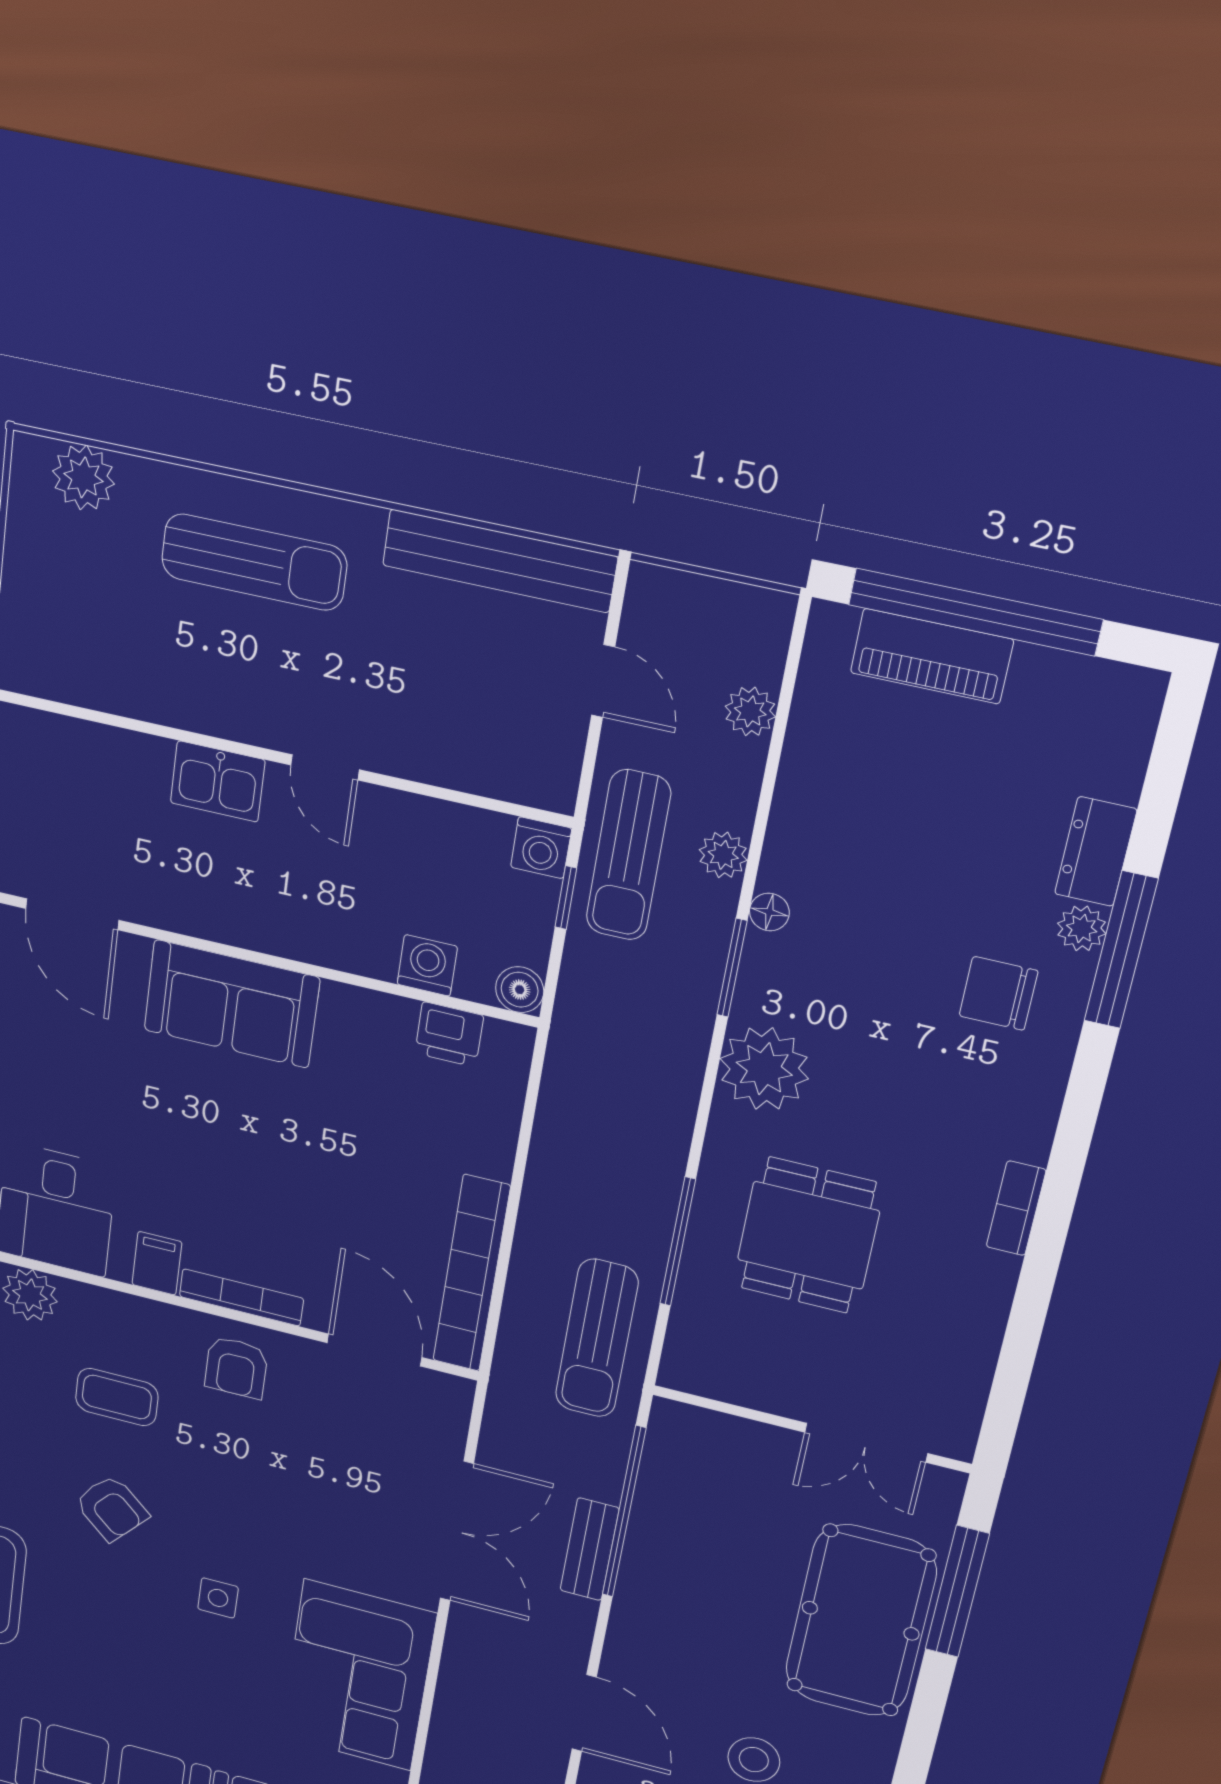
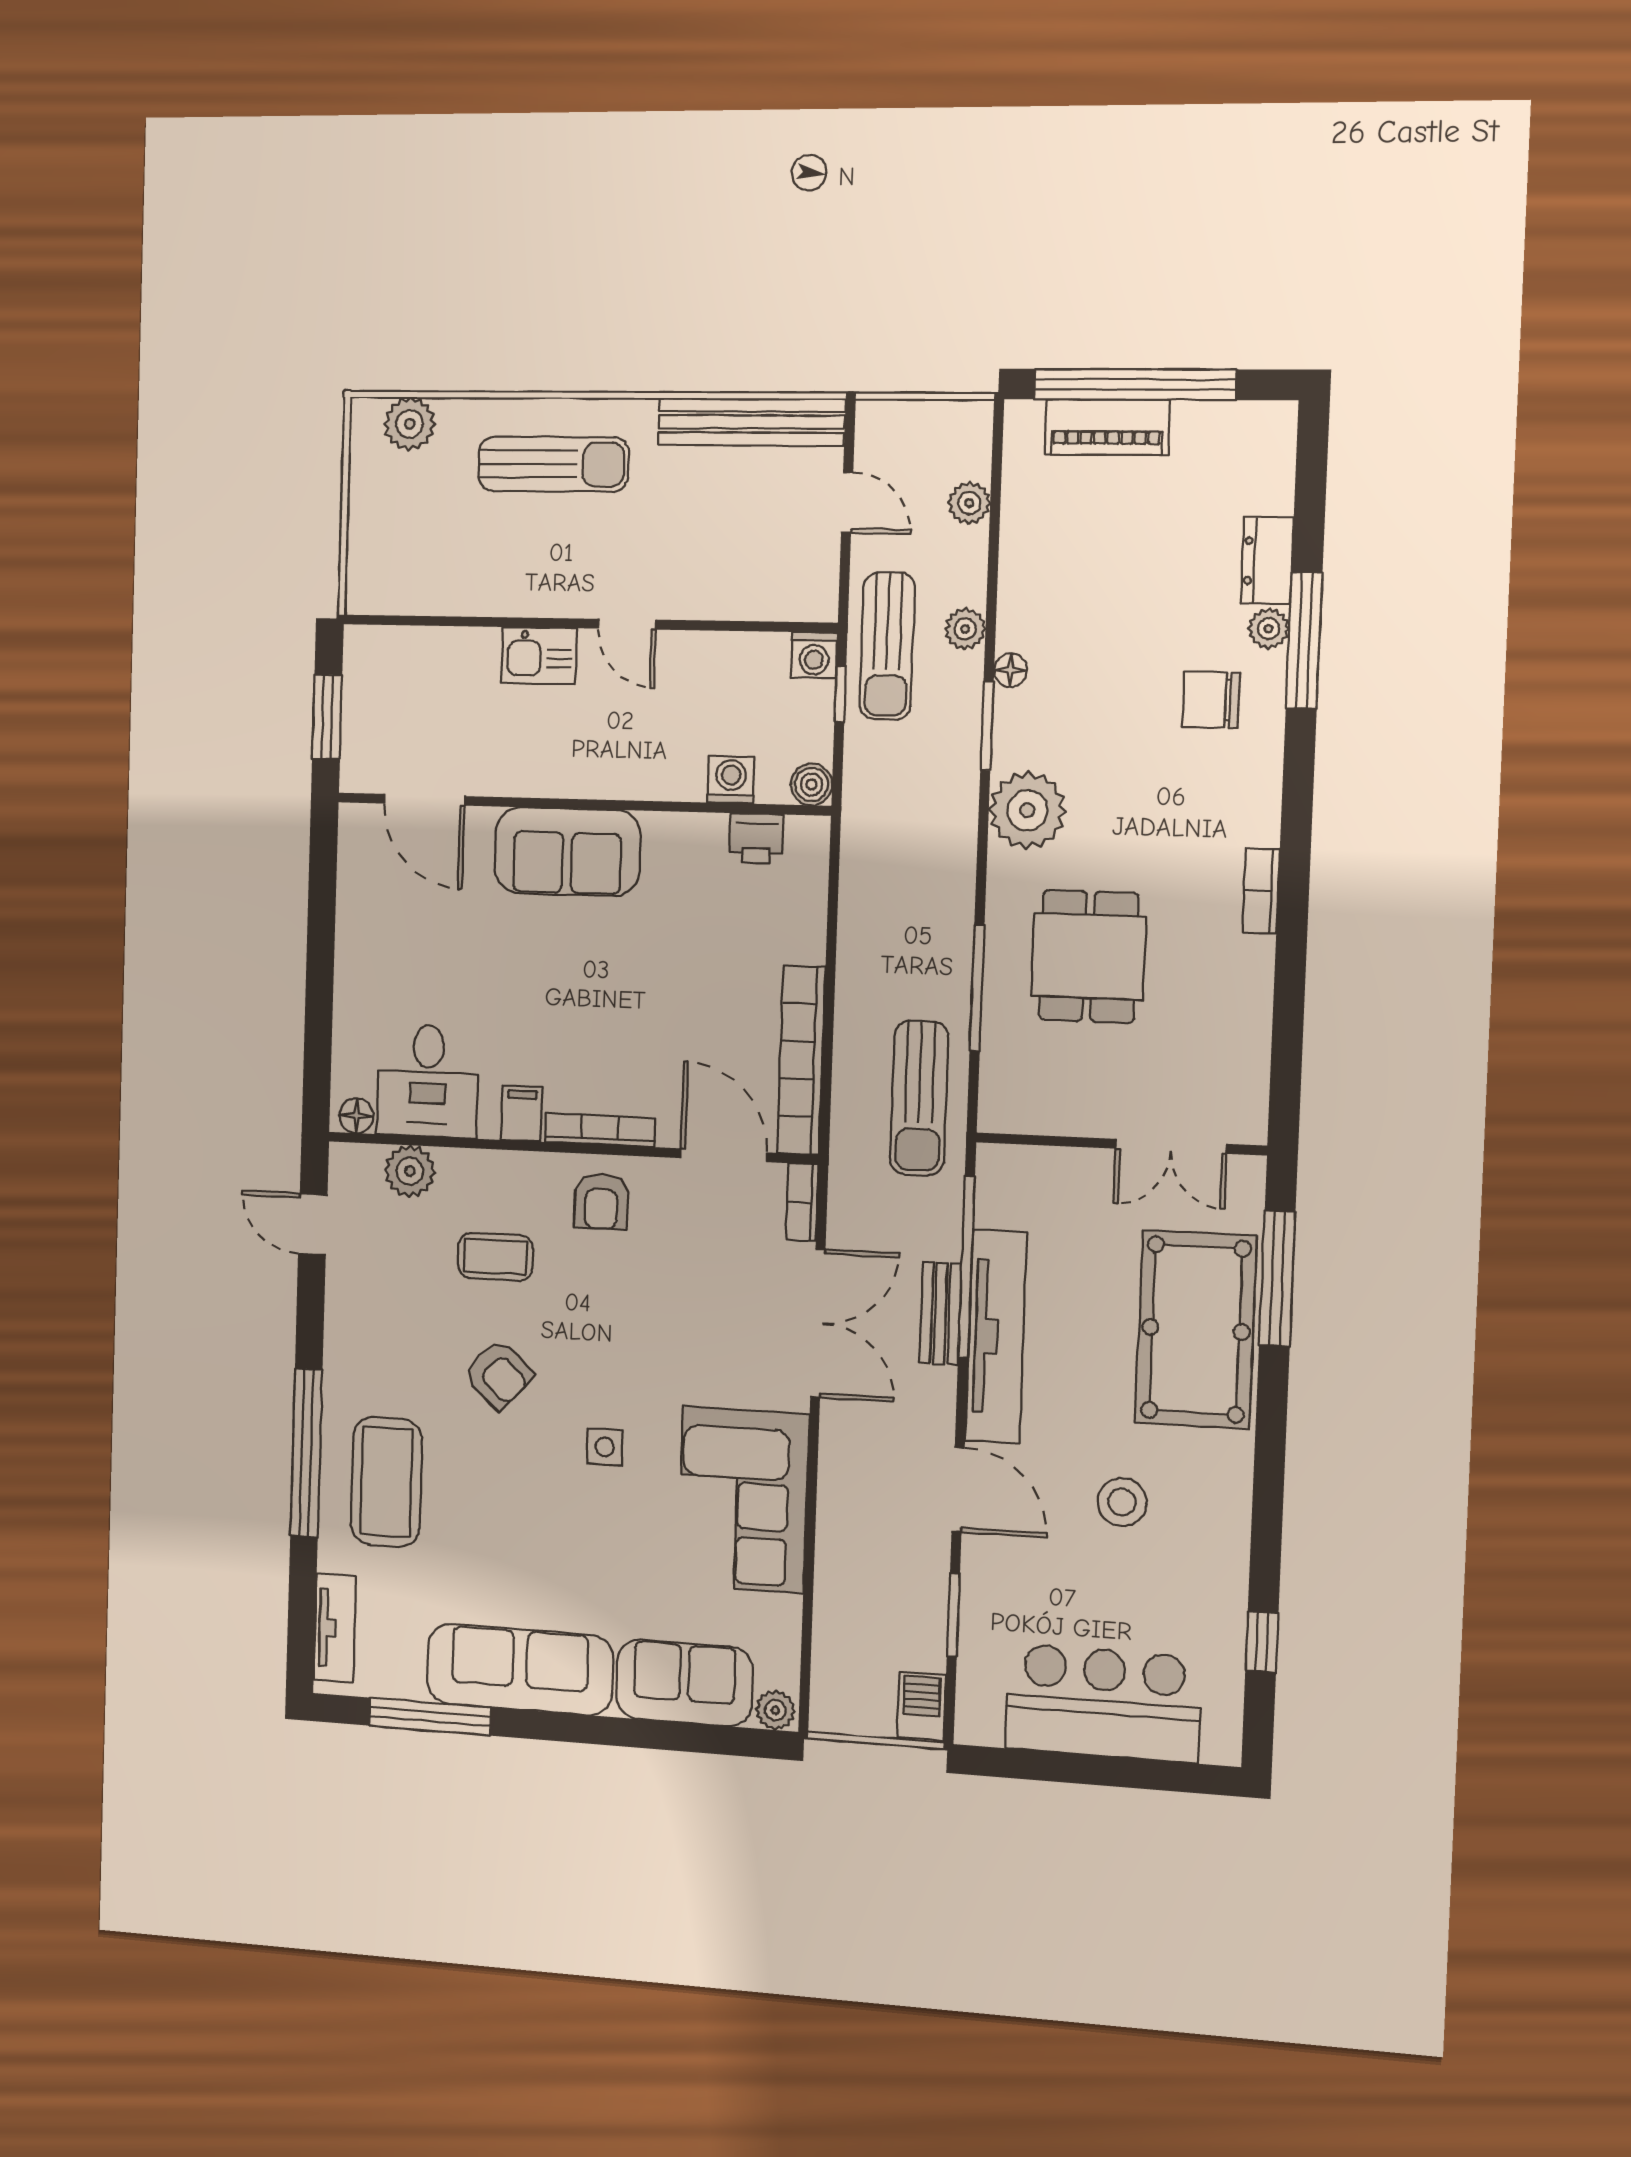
bookcase: (455, 1413) -> (802, 1202), added
tv unit: (646, 1583) -> (996, 1337), added

